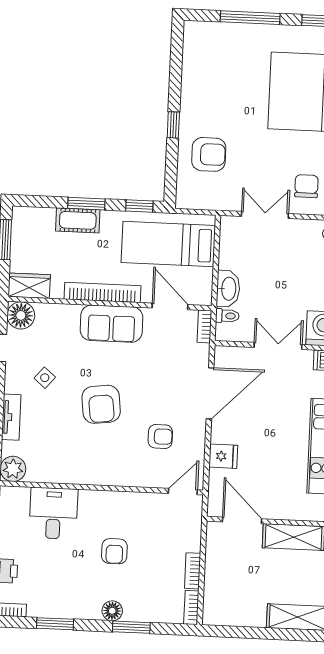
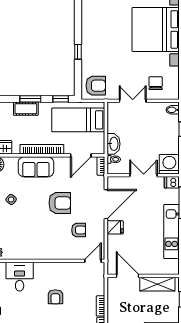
armchair: (209, 154) -> (96, 86), moved
door: (170, 306) -> (81, 155), swing flipped
sofa: (112, 324) -> (36, 167), moved
armchair: (101, 404) -> (60, 203), moved, turned -83
fridge: (223, 456) -> (115, 227), moved

